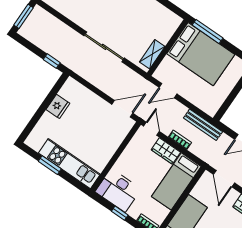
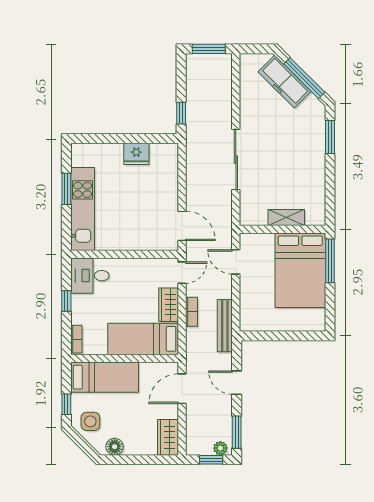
shelving: (152, 54) -> (286, 217), moved
desk: (118, 190) -> (90, 276), width x0.73

